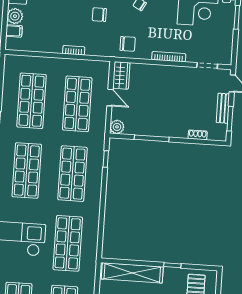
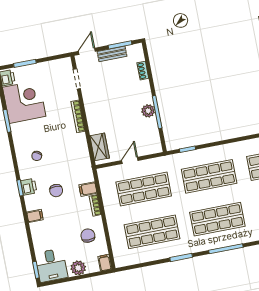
filing cabinet: (14, 31) -> (105, 263), moved
chair: (128, 44) -> (88, 236), moved
filing cabinet: (92, 47) -> (88, 189), added
wardrobe: (121, 75) -> (100, 147), moved, turned 90
plant: (117, 127) -> (148, 111), moved

